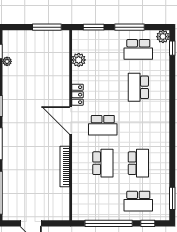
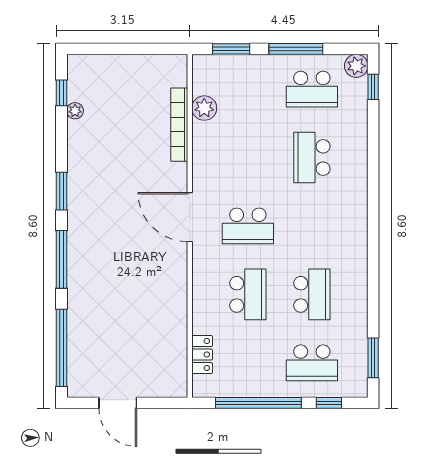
window: (47, 27) -> (147, 49), removed
locker: (77, 95) -> (202, 355), moved
bookcase: (65, 167) -> (179, 125), moved

